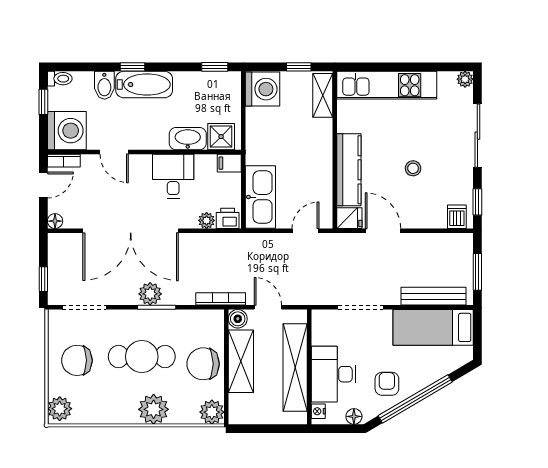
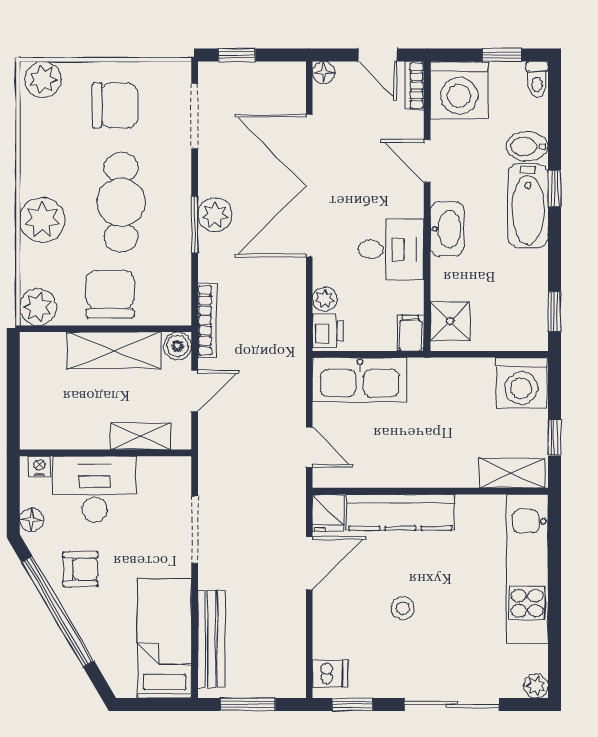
washbasin: (188, 139) -> (447, 229), moved
door: (114, 152) -> (427, 161), hinge flipped
chair: (77, 360) -> (115, 105), turned 90
shelving: (295, 368) -> (140, 436), width x0.45, depth x0.75

